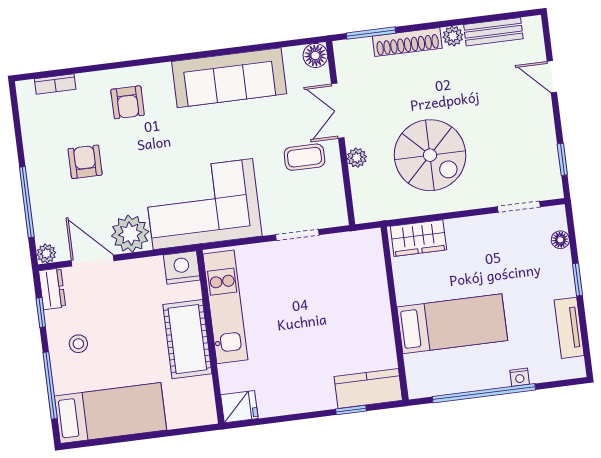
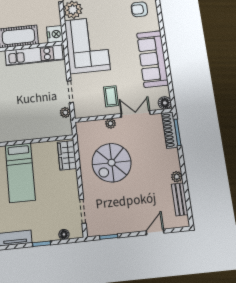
shoe rack: (407, 42) -> (170, 130), moved
plant: (337, 243) -> (65, 112), added

